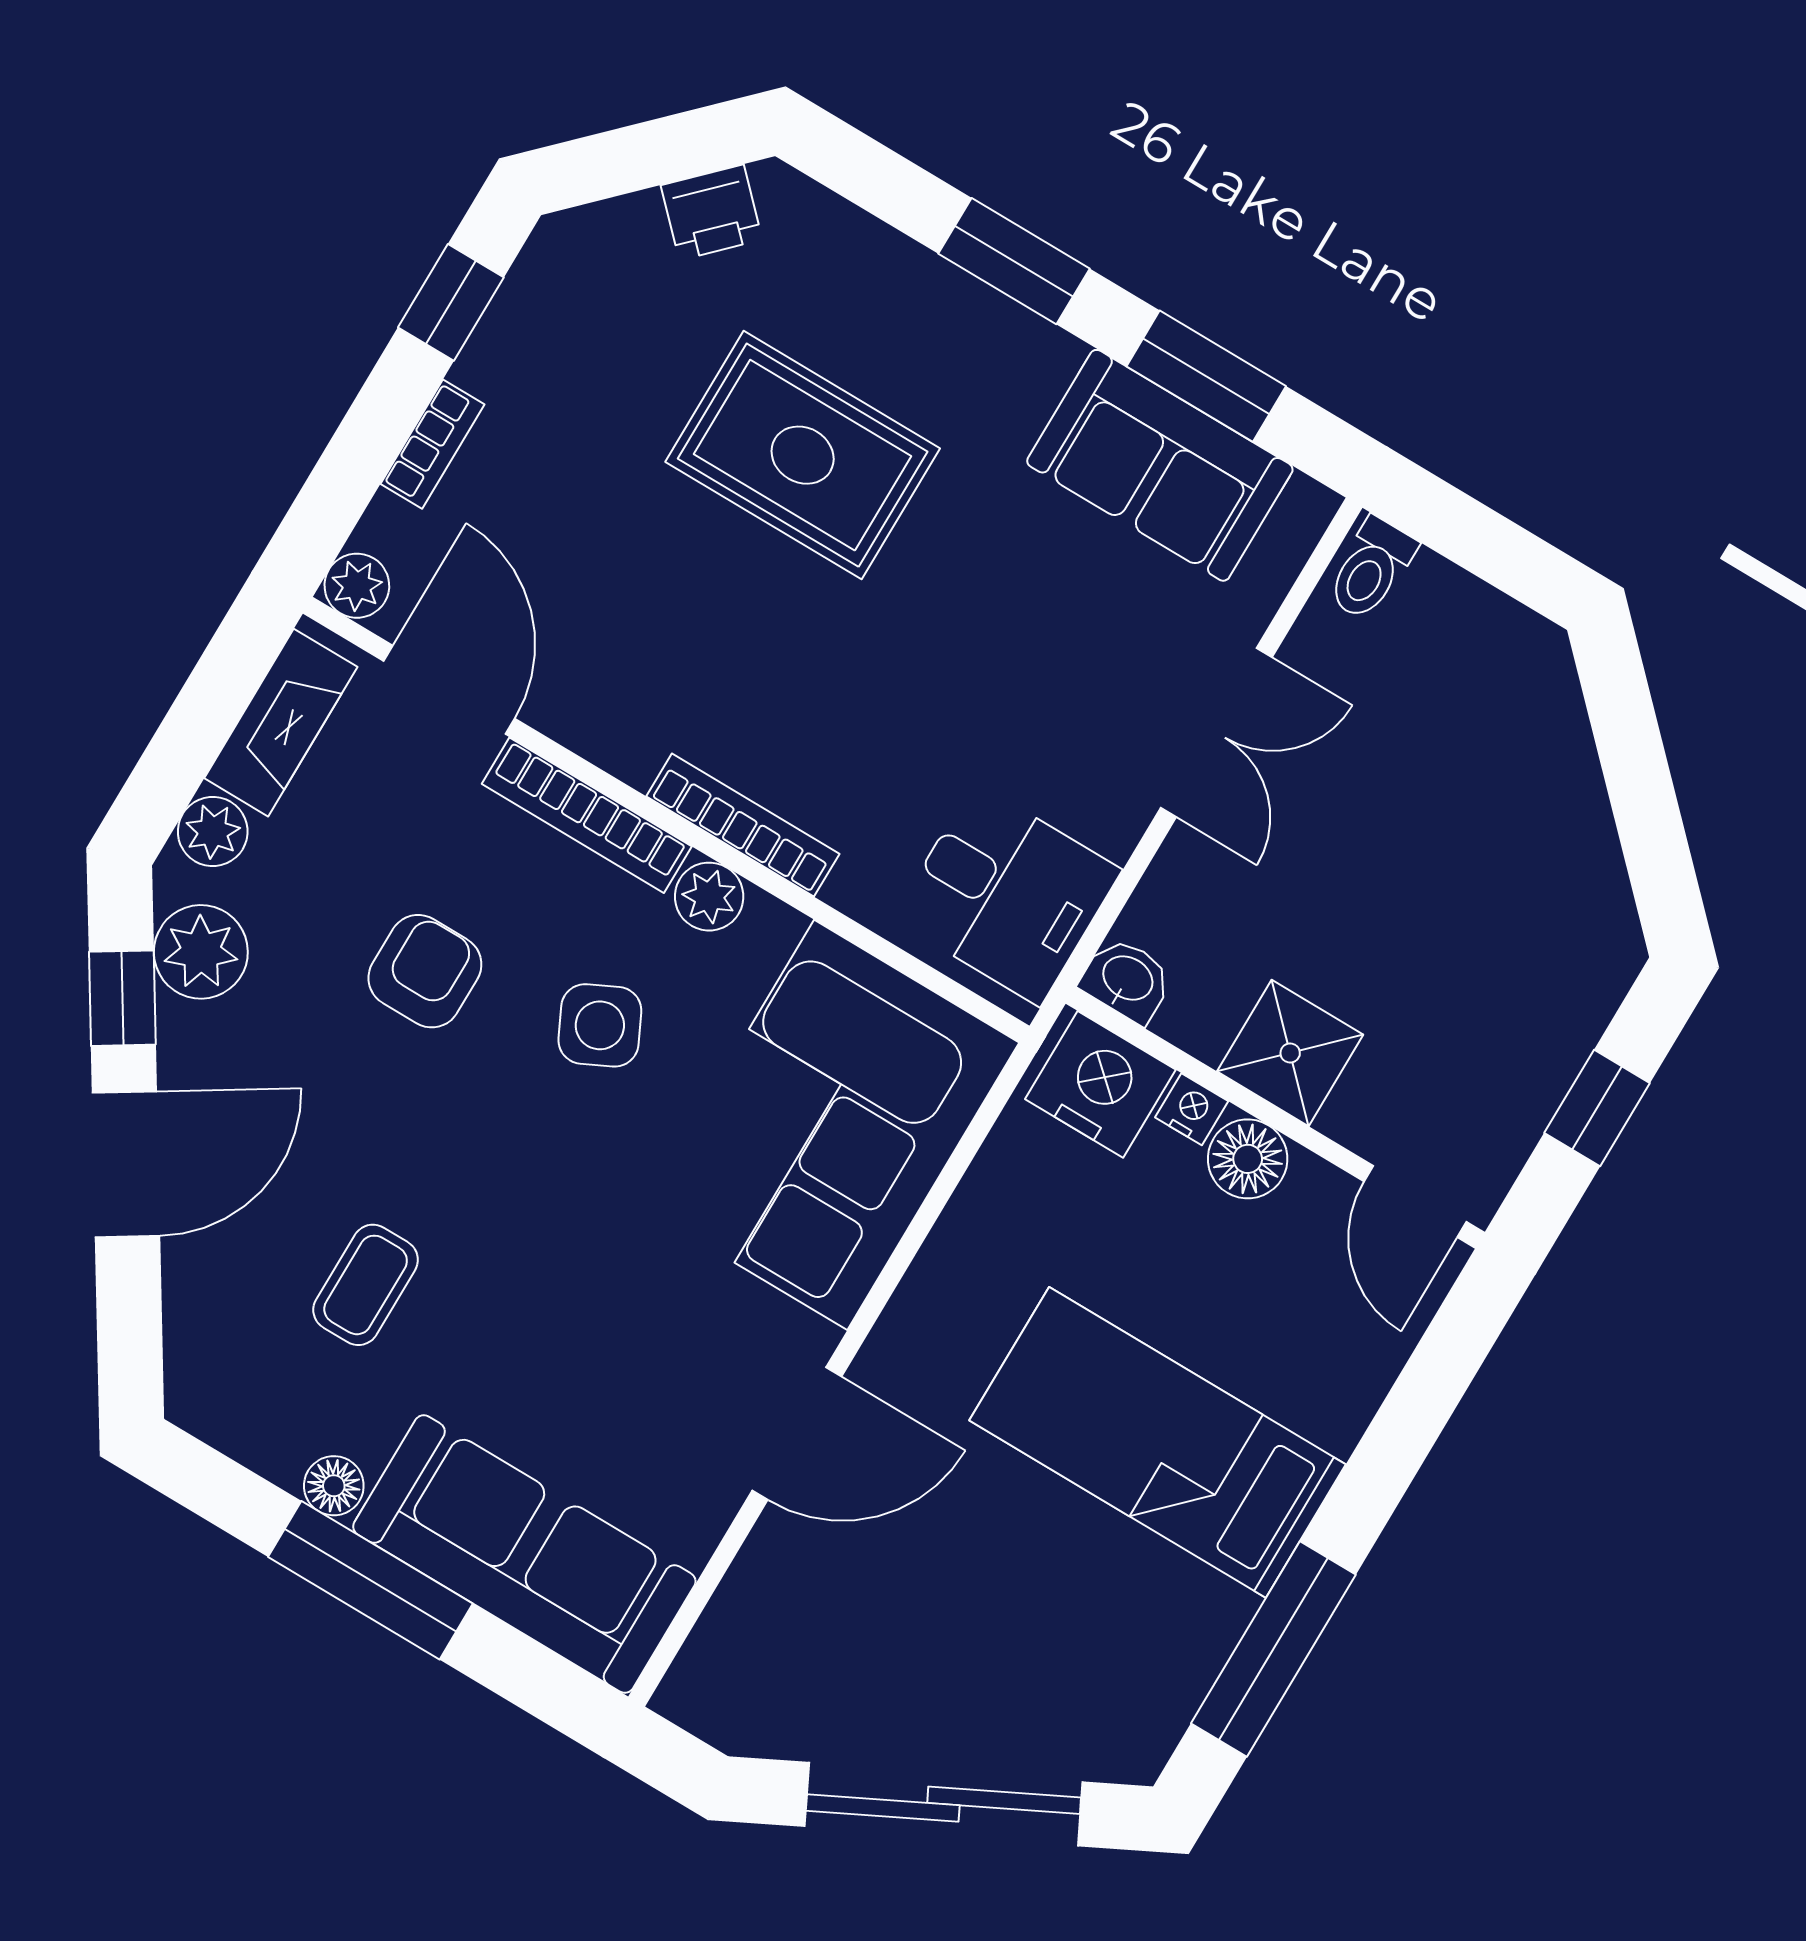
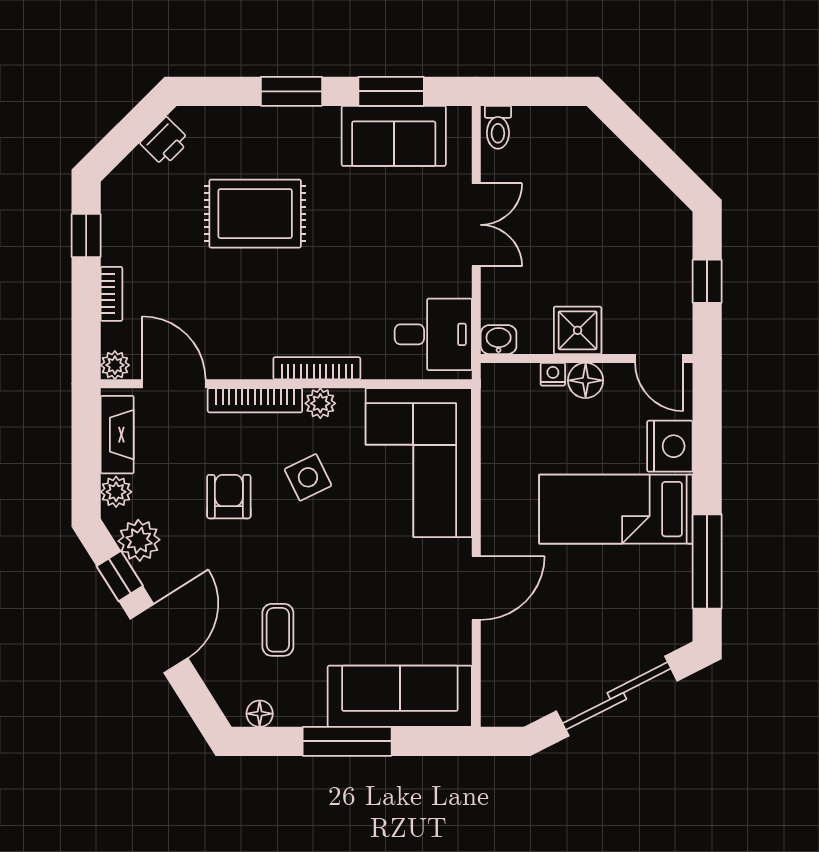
nightstand: (1100, 1084) -> (670, 446), moved, turned 90
floor lamp: (334, 1486) -> (260, 714), moved

